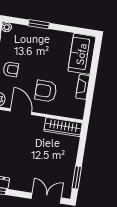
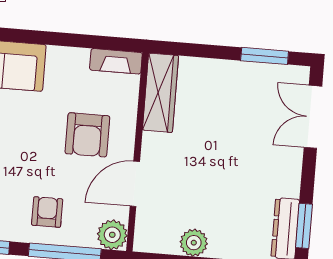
fireplace: (83, 87) -> (116, 61), moved

